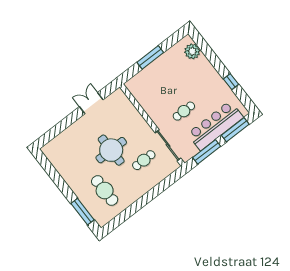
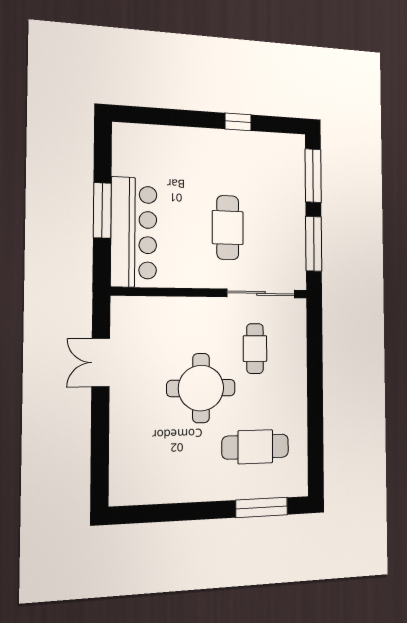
plant: (192, 51) -> (146, 139), removed
cafe table: (184, 111) -> (228, 228), width x1.37, depth x1.35
bar counter: (215, 126) -> (134, 232), moved, turned 180

